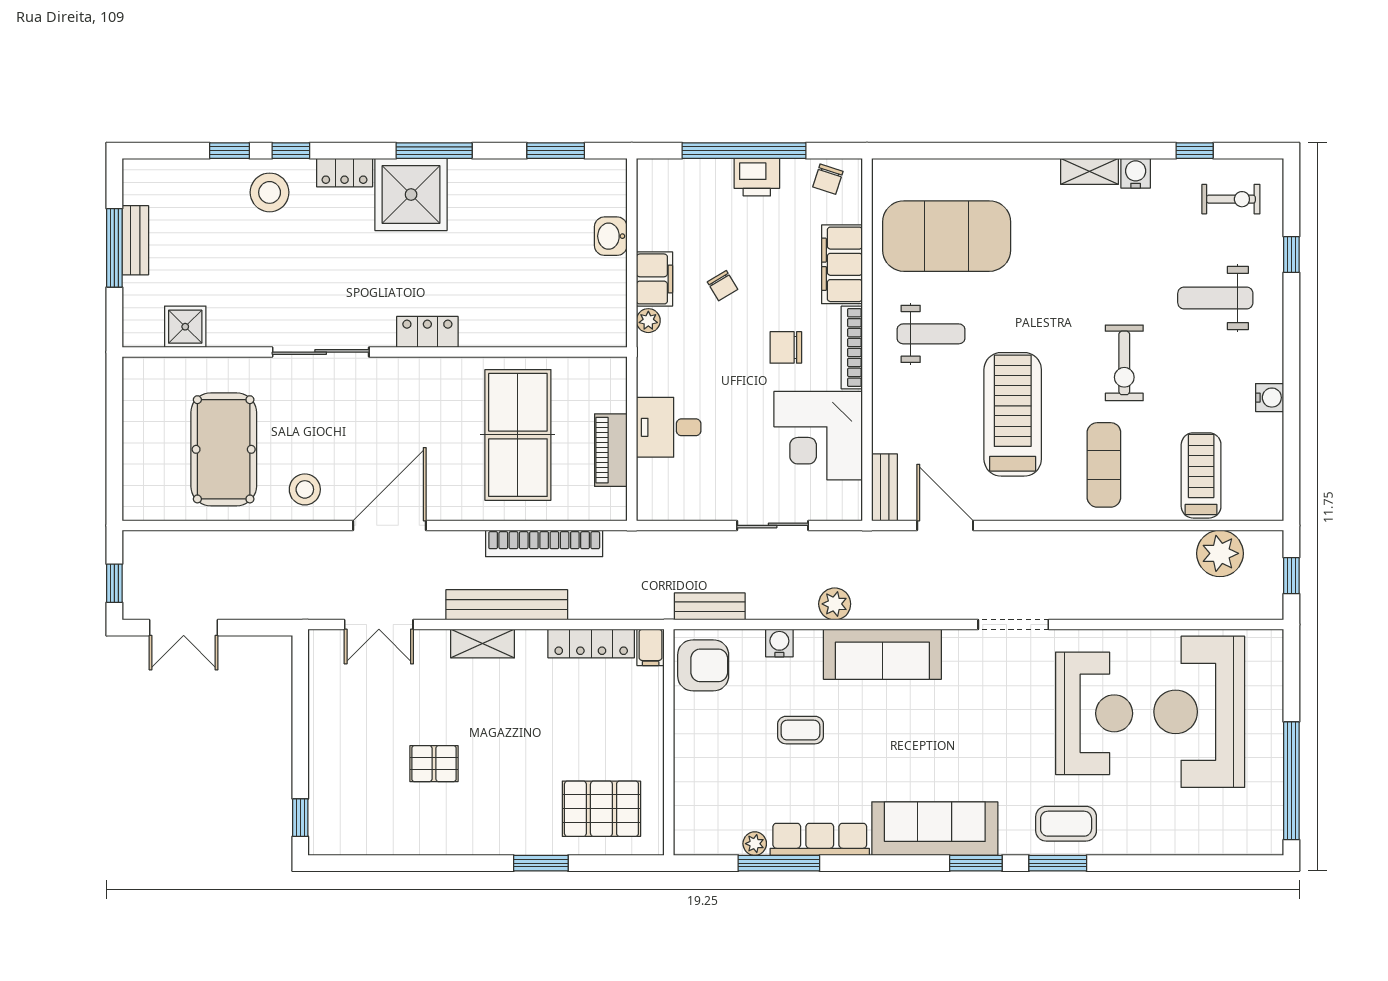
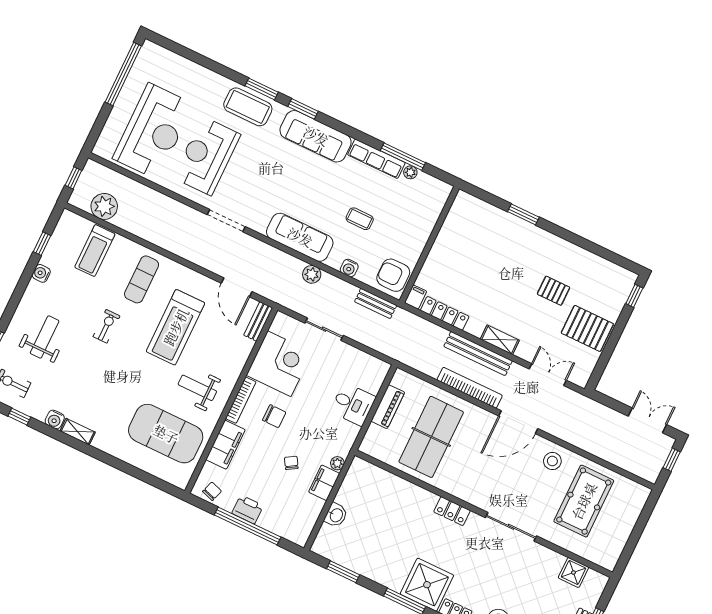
weight bench: (1215, 298) -> (45, 337), turned -90
exercise bike: (1124, 363) -> (106, 326), width x0.73, depth x0.72
window: (1291, 446) -> (42, 244), added
bookcase: (544, 543) -> (470, 388), moved
pallet: (601, 809) -> (587, 328), moved
coffee table: (1066, 824) -> (248, 107), width x1.36, depth x1.32

